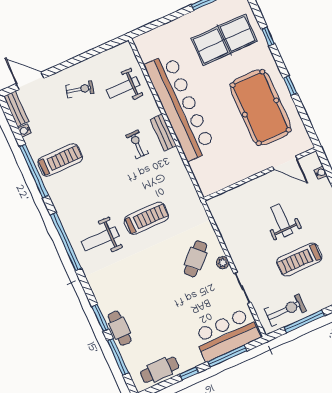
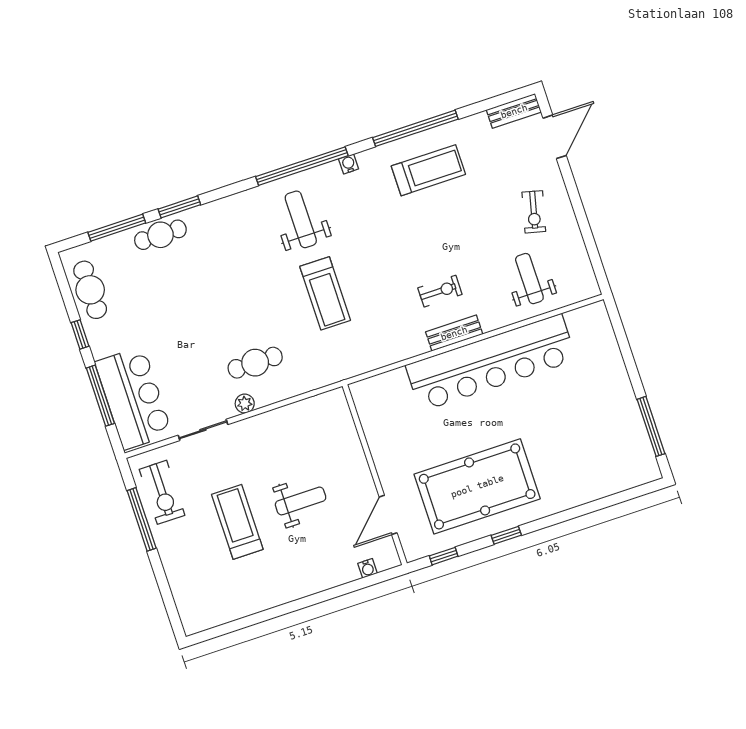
window: (268, 36) -> (444, 556), moved
table tennis table: (224, 40) -> (587, 441), removed
water cooler: (25, 130) -> (349, 164), moved
treadmill: (60, 160) -> (428, 170), turned -90
cafe table: (196, 259) -> (255, 363), turned -45

